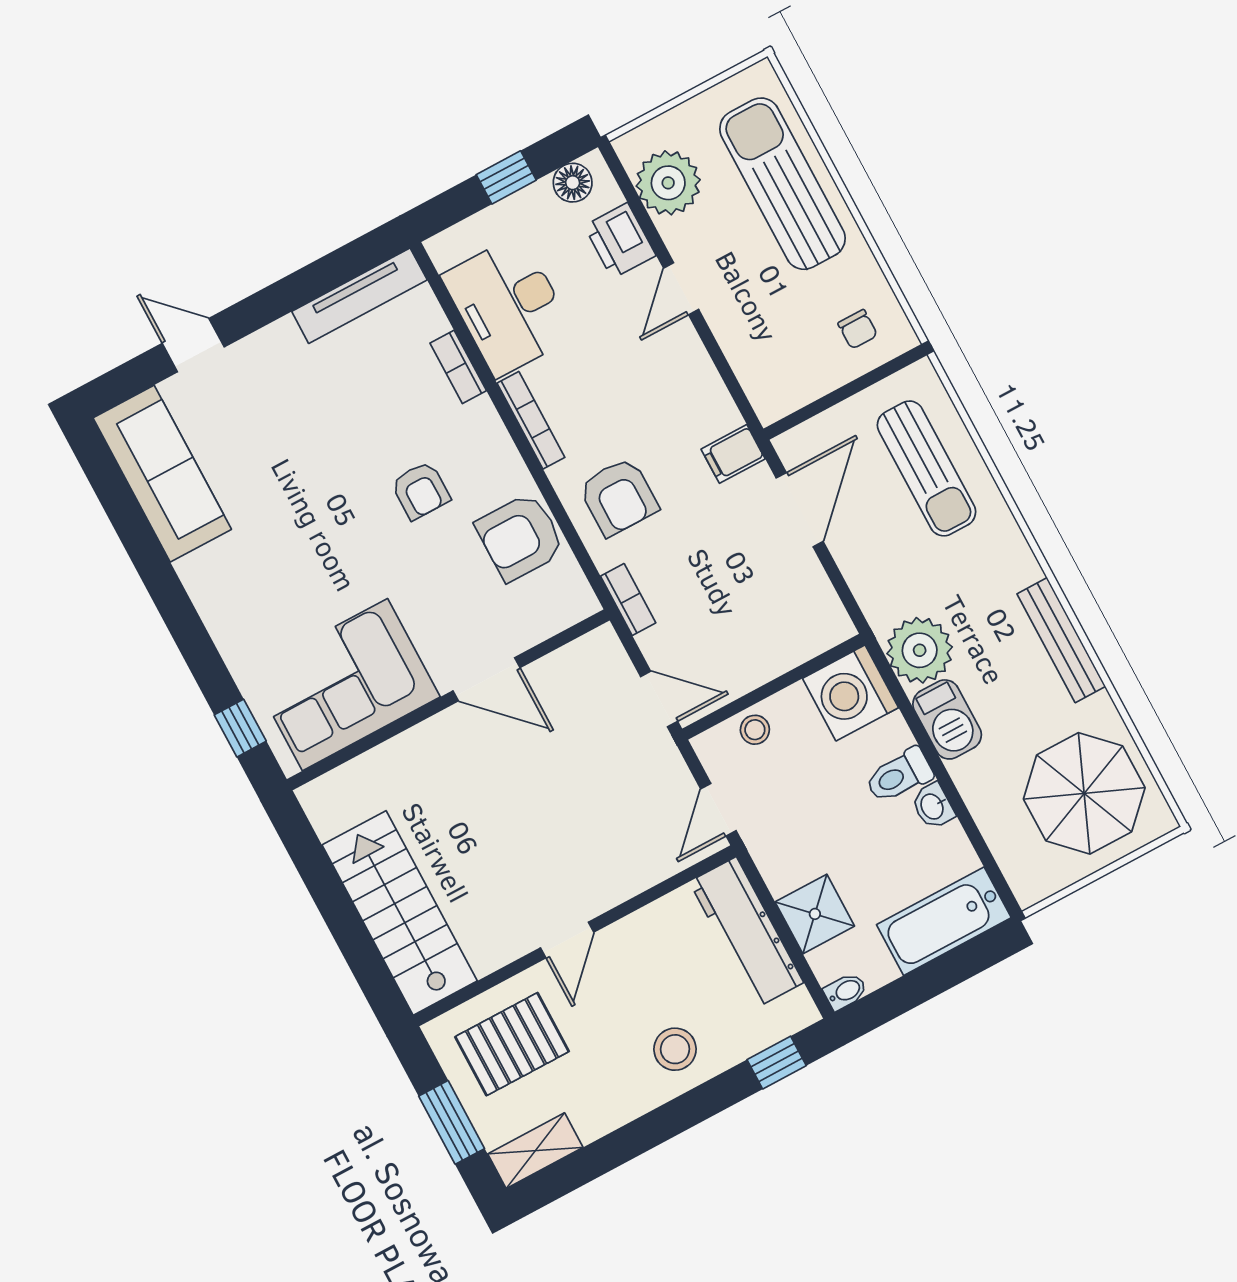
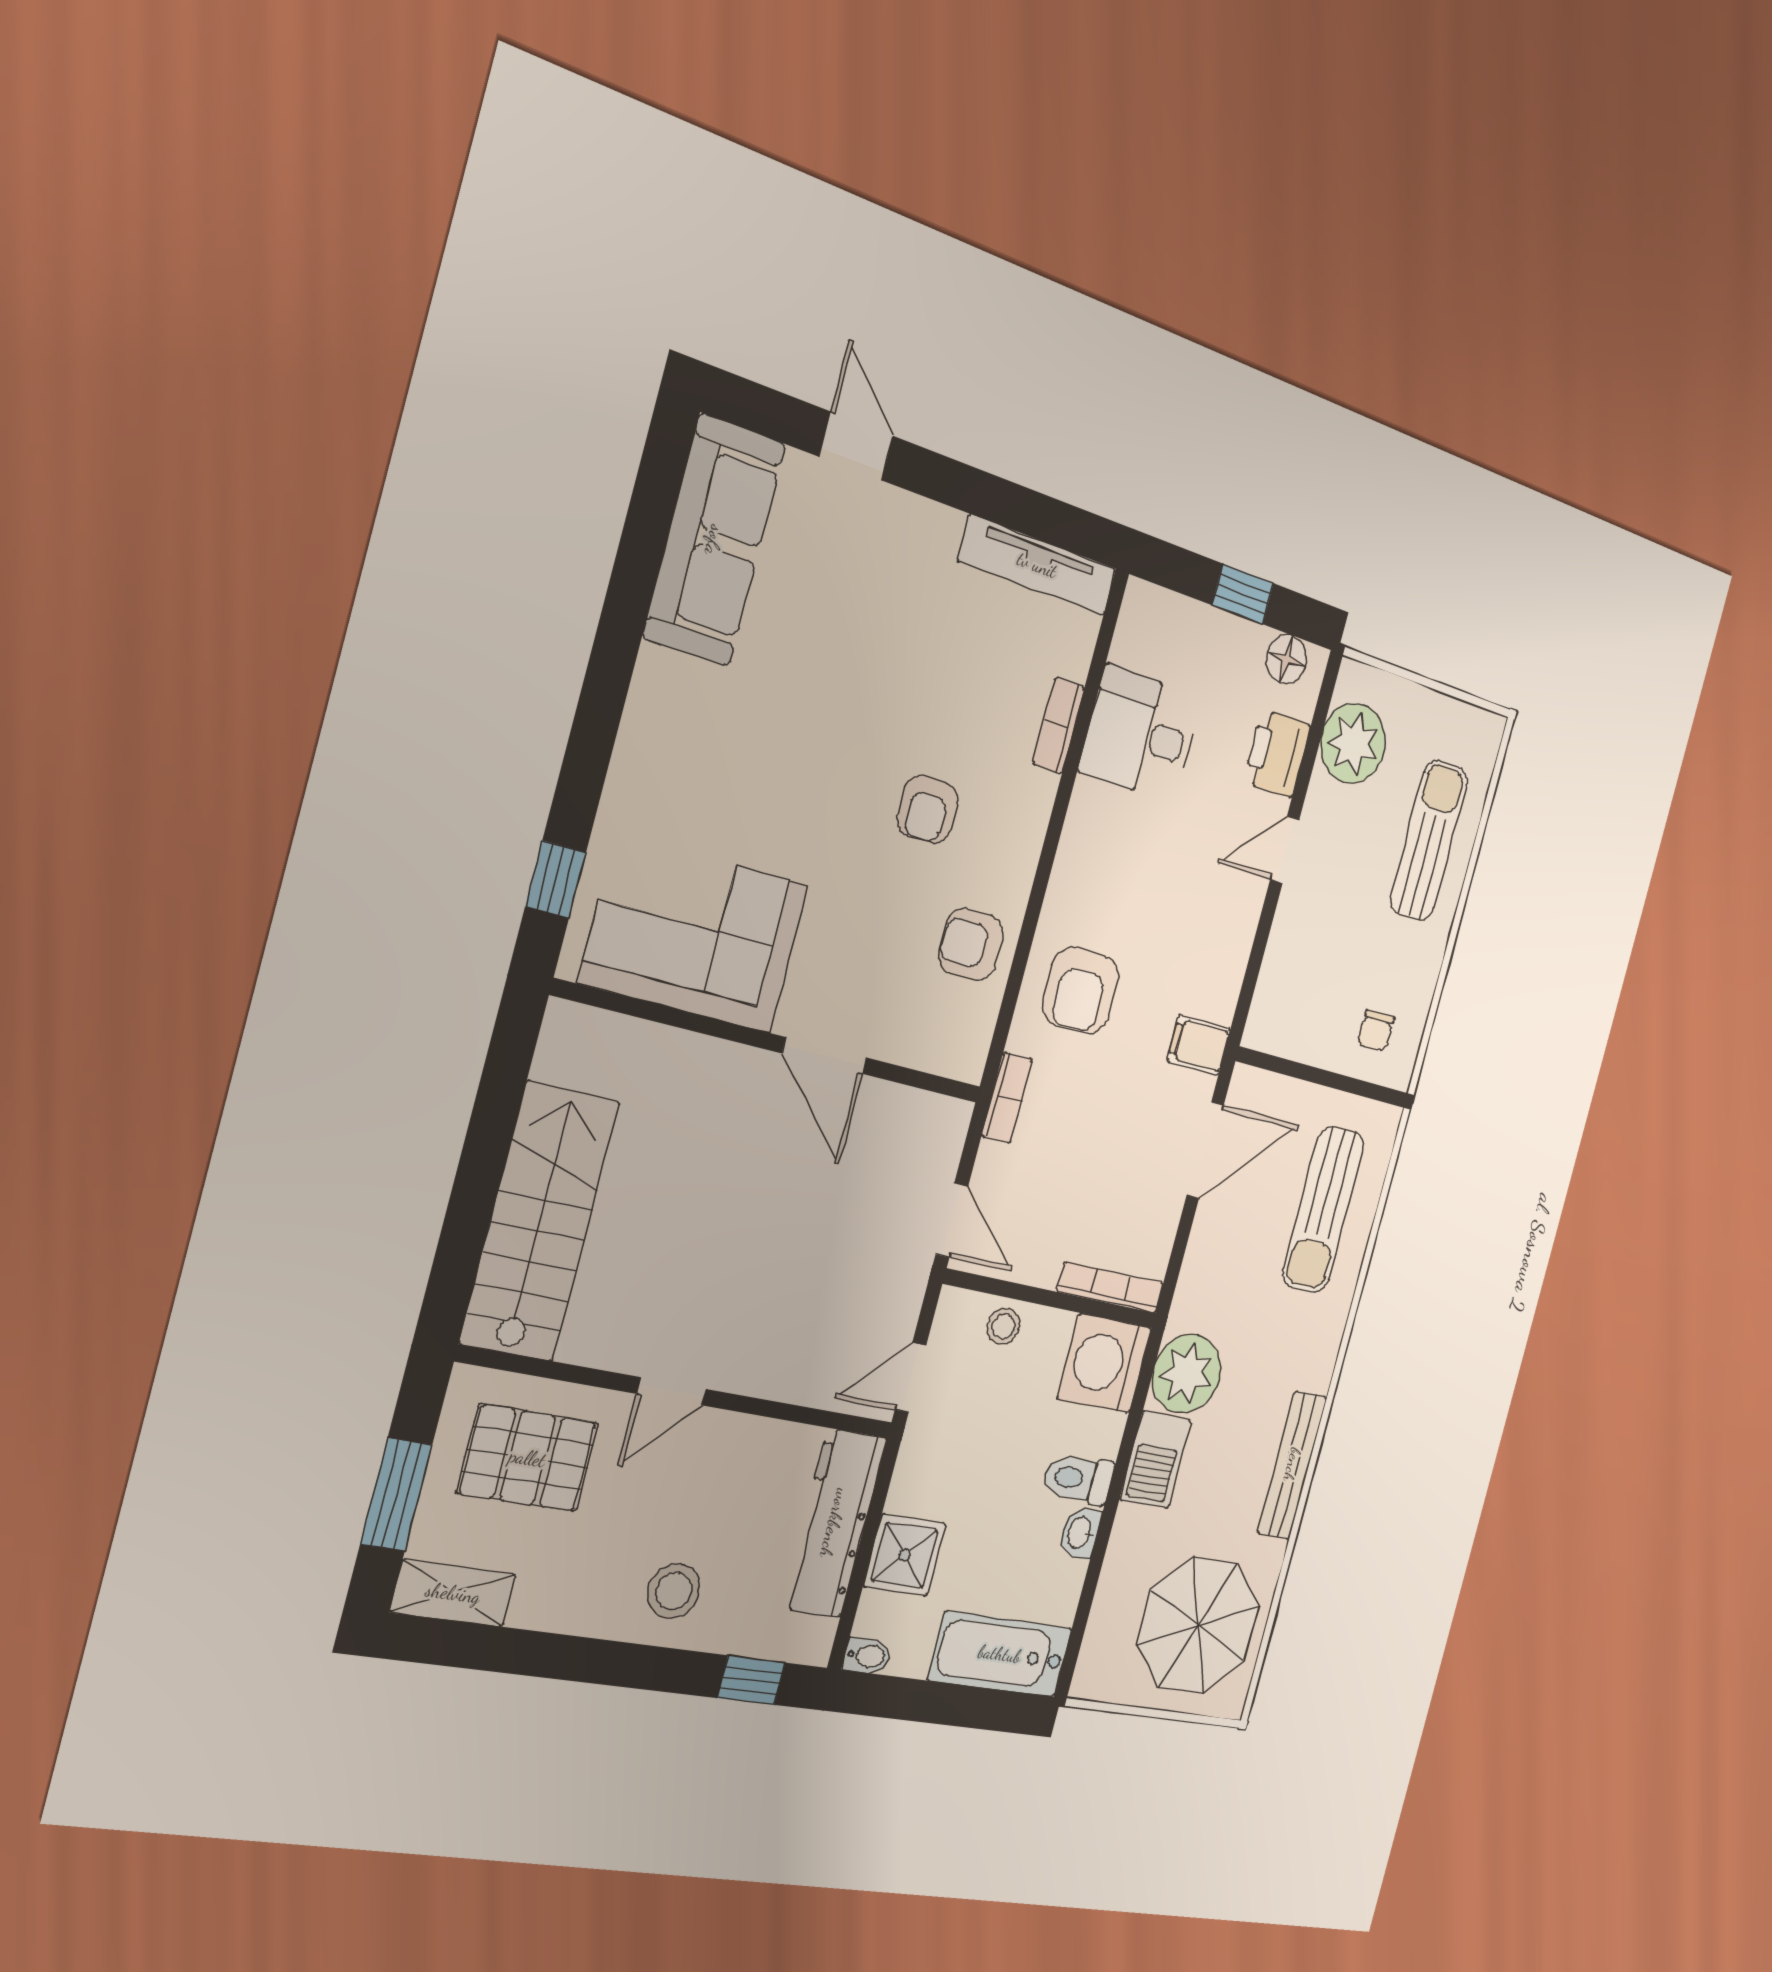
sun lounger: (782, 184) -> (1429, 840), width x0.73, depth x0.75
desk: (508, 306) -> (1140, 734), width x0.73
bookcase: (531, 420) -> (1110, 1287), moved, turned -90
armchair: (520, 537) -> (971, 944), width x0.72, depth x0.72

